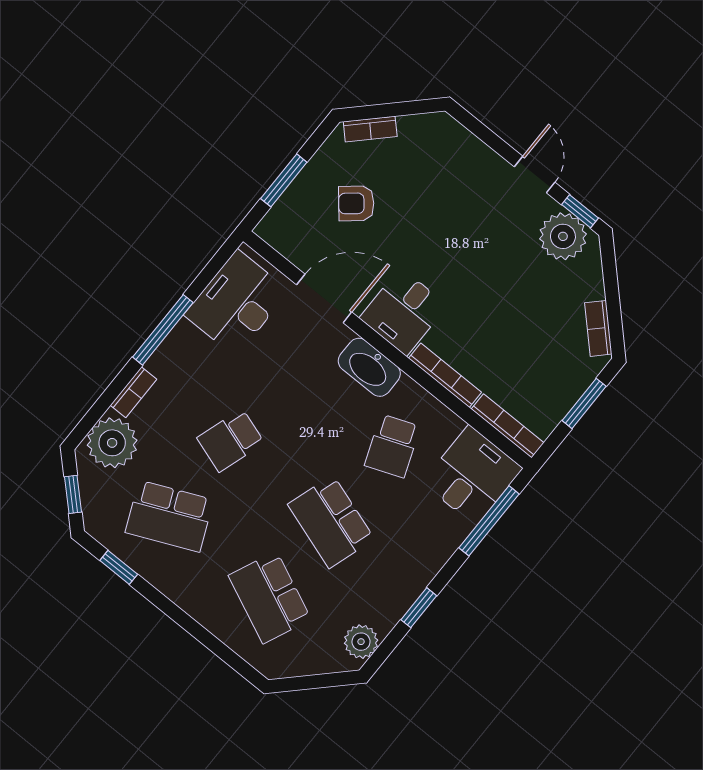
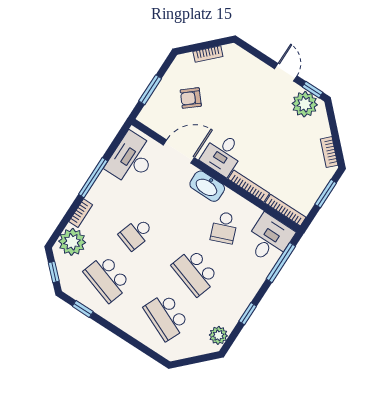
bookcase: (370, 129) -> (208, 54), moved
school desk: (169, 516) -> (107, 278), turned 42

